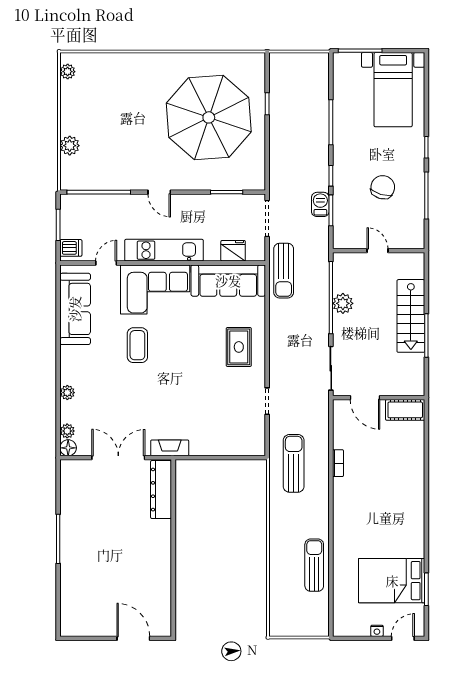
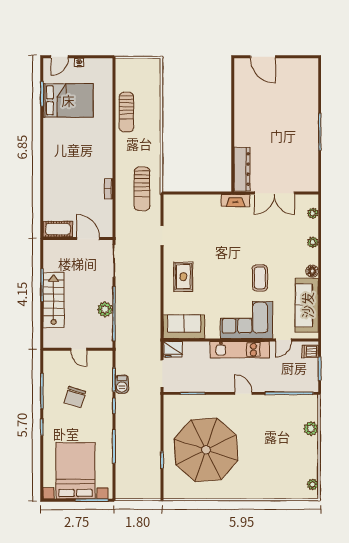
bed with nightstands: (393, 90) -> (76, 471), width x1.36
fridge: (233, 251) -> (173, 349), moved
sun lounger: (284, 271) -> (150, 334), removed
sofa: (228, 281) -> (184, 327), width x0.73
floor lamp: (68, 448) -> (312, 271), moved

